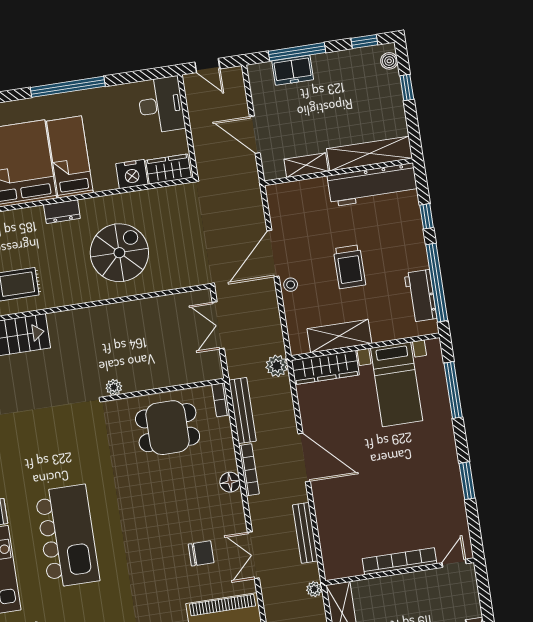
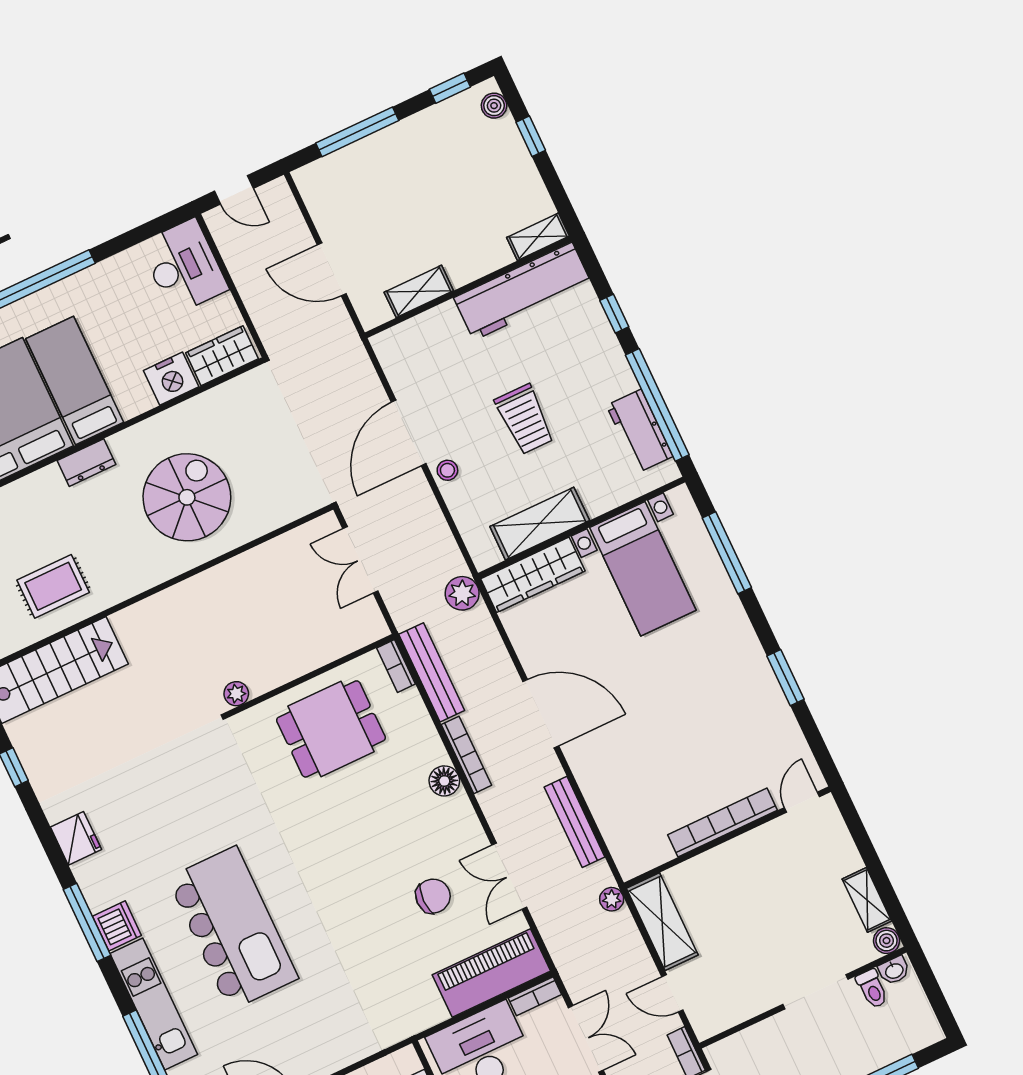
freezer: (293, 70) -> (359, 160), removed
shelving: (370, 154) -> (538, 237), width x0.45, depth x0.75

